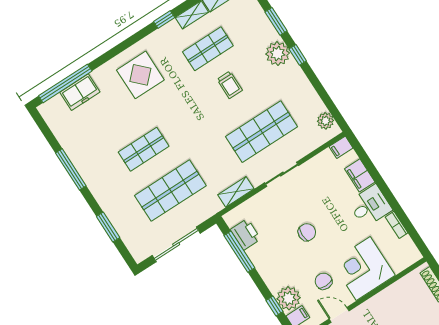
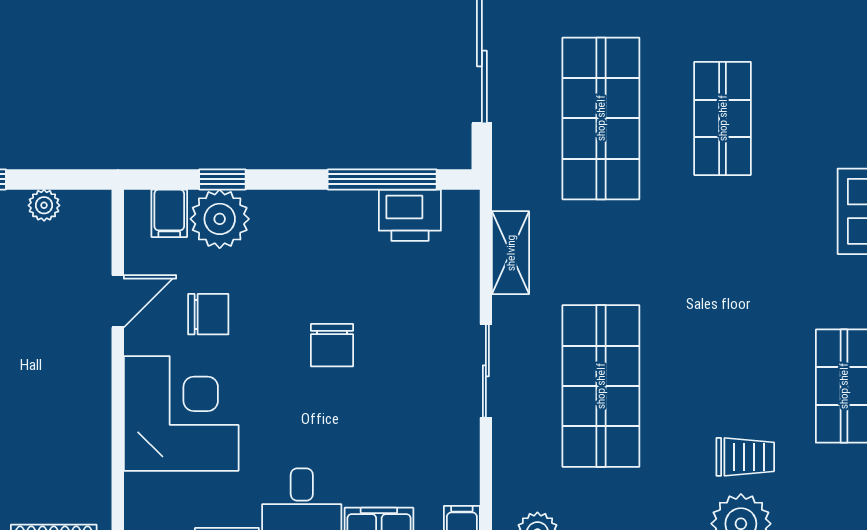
trolley: (230, 85) -> (745, 457), moved, turned 180

